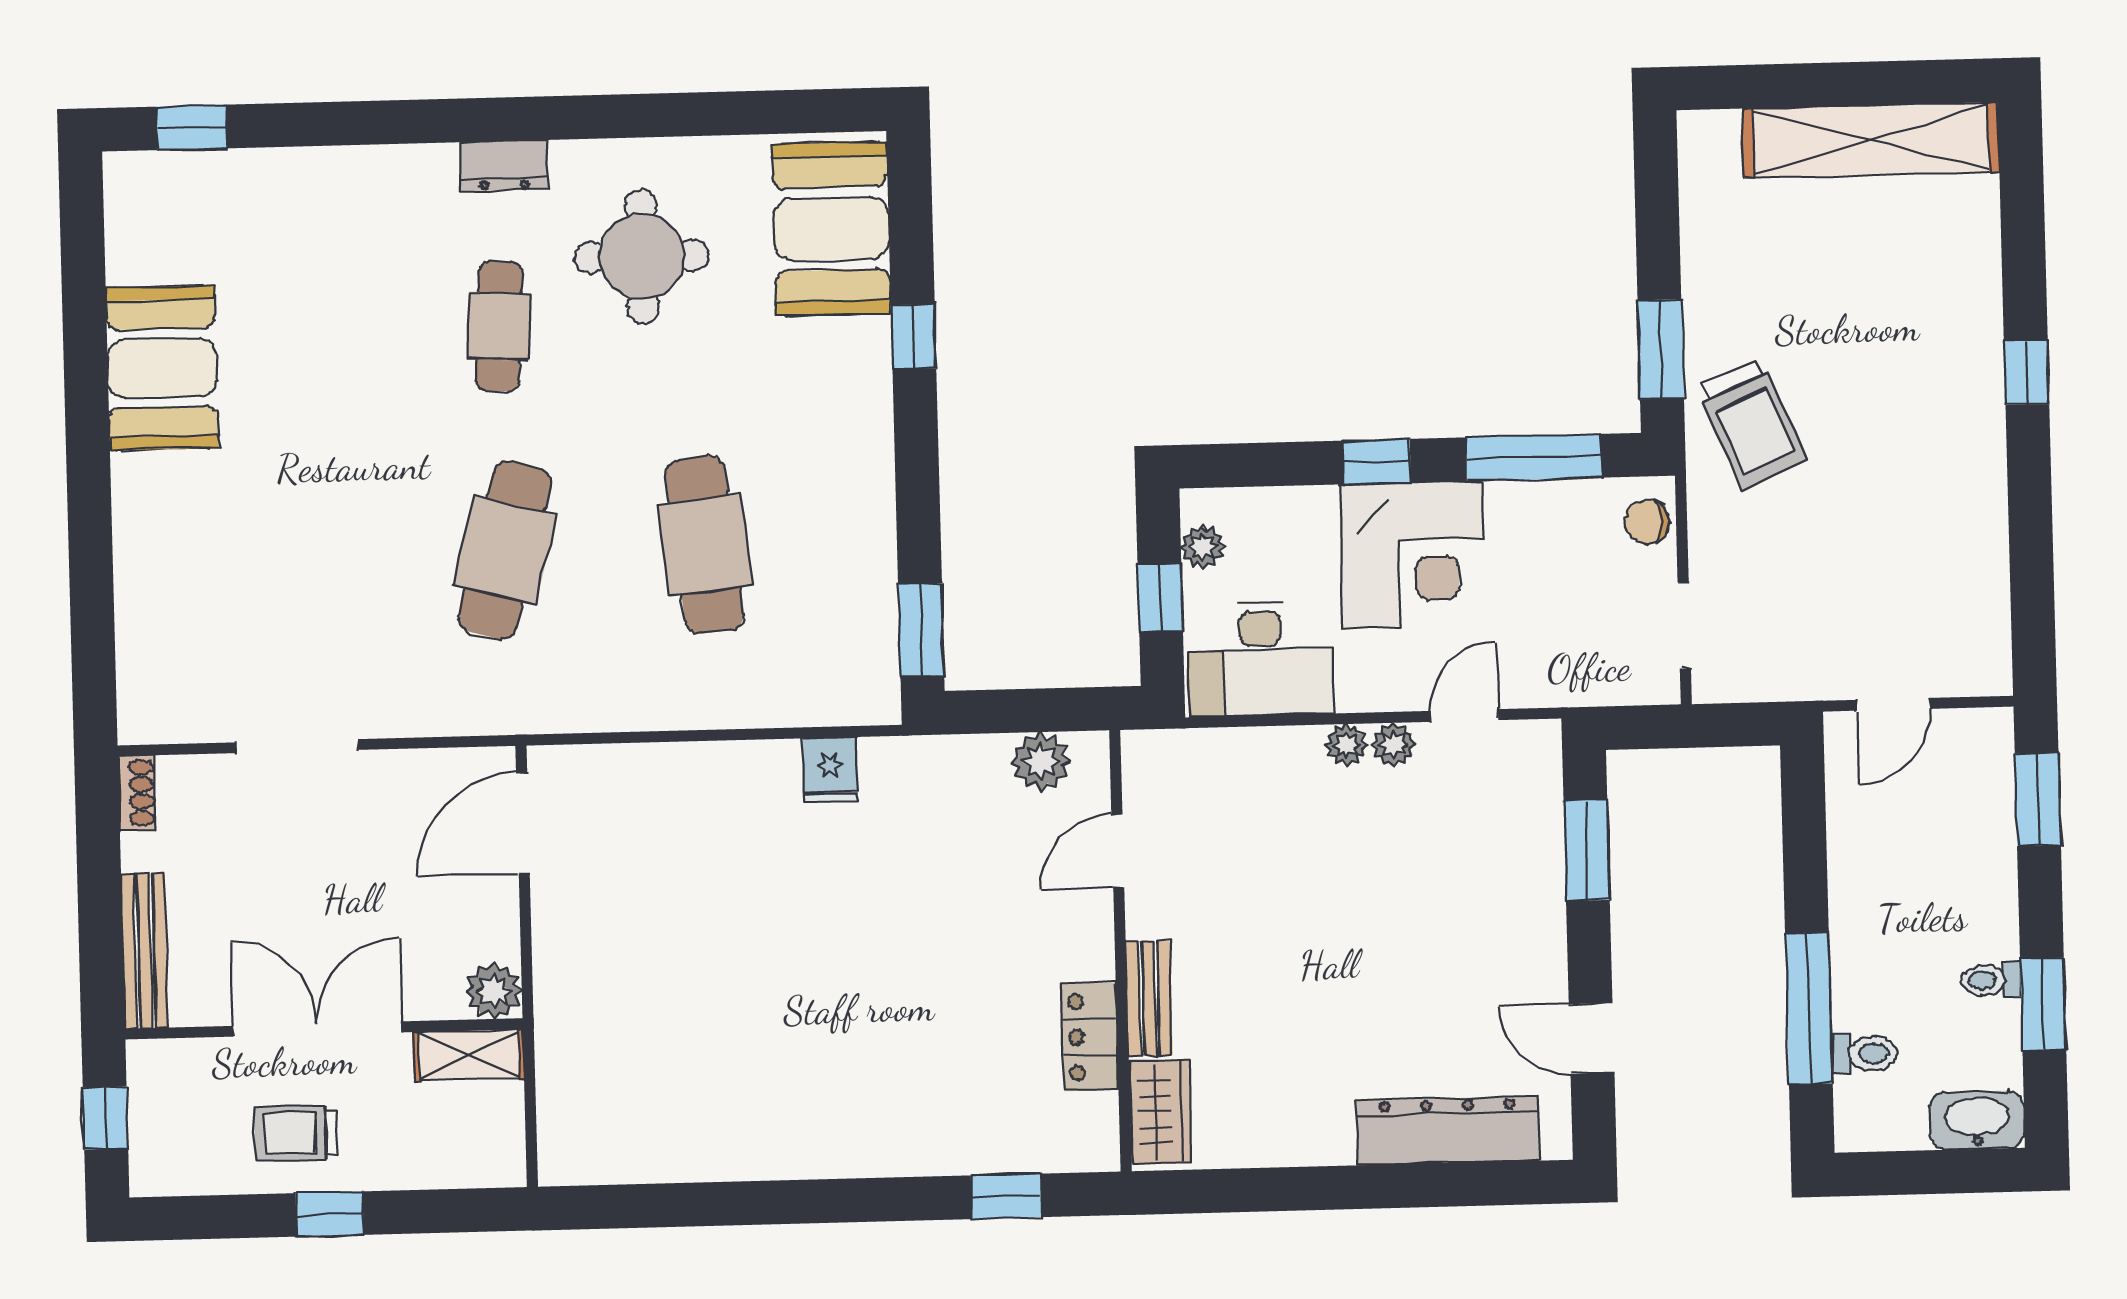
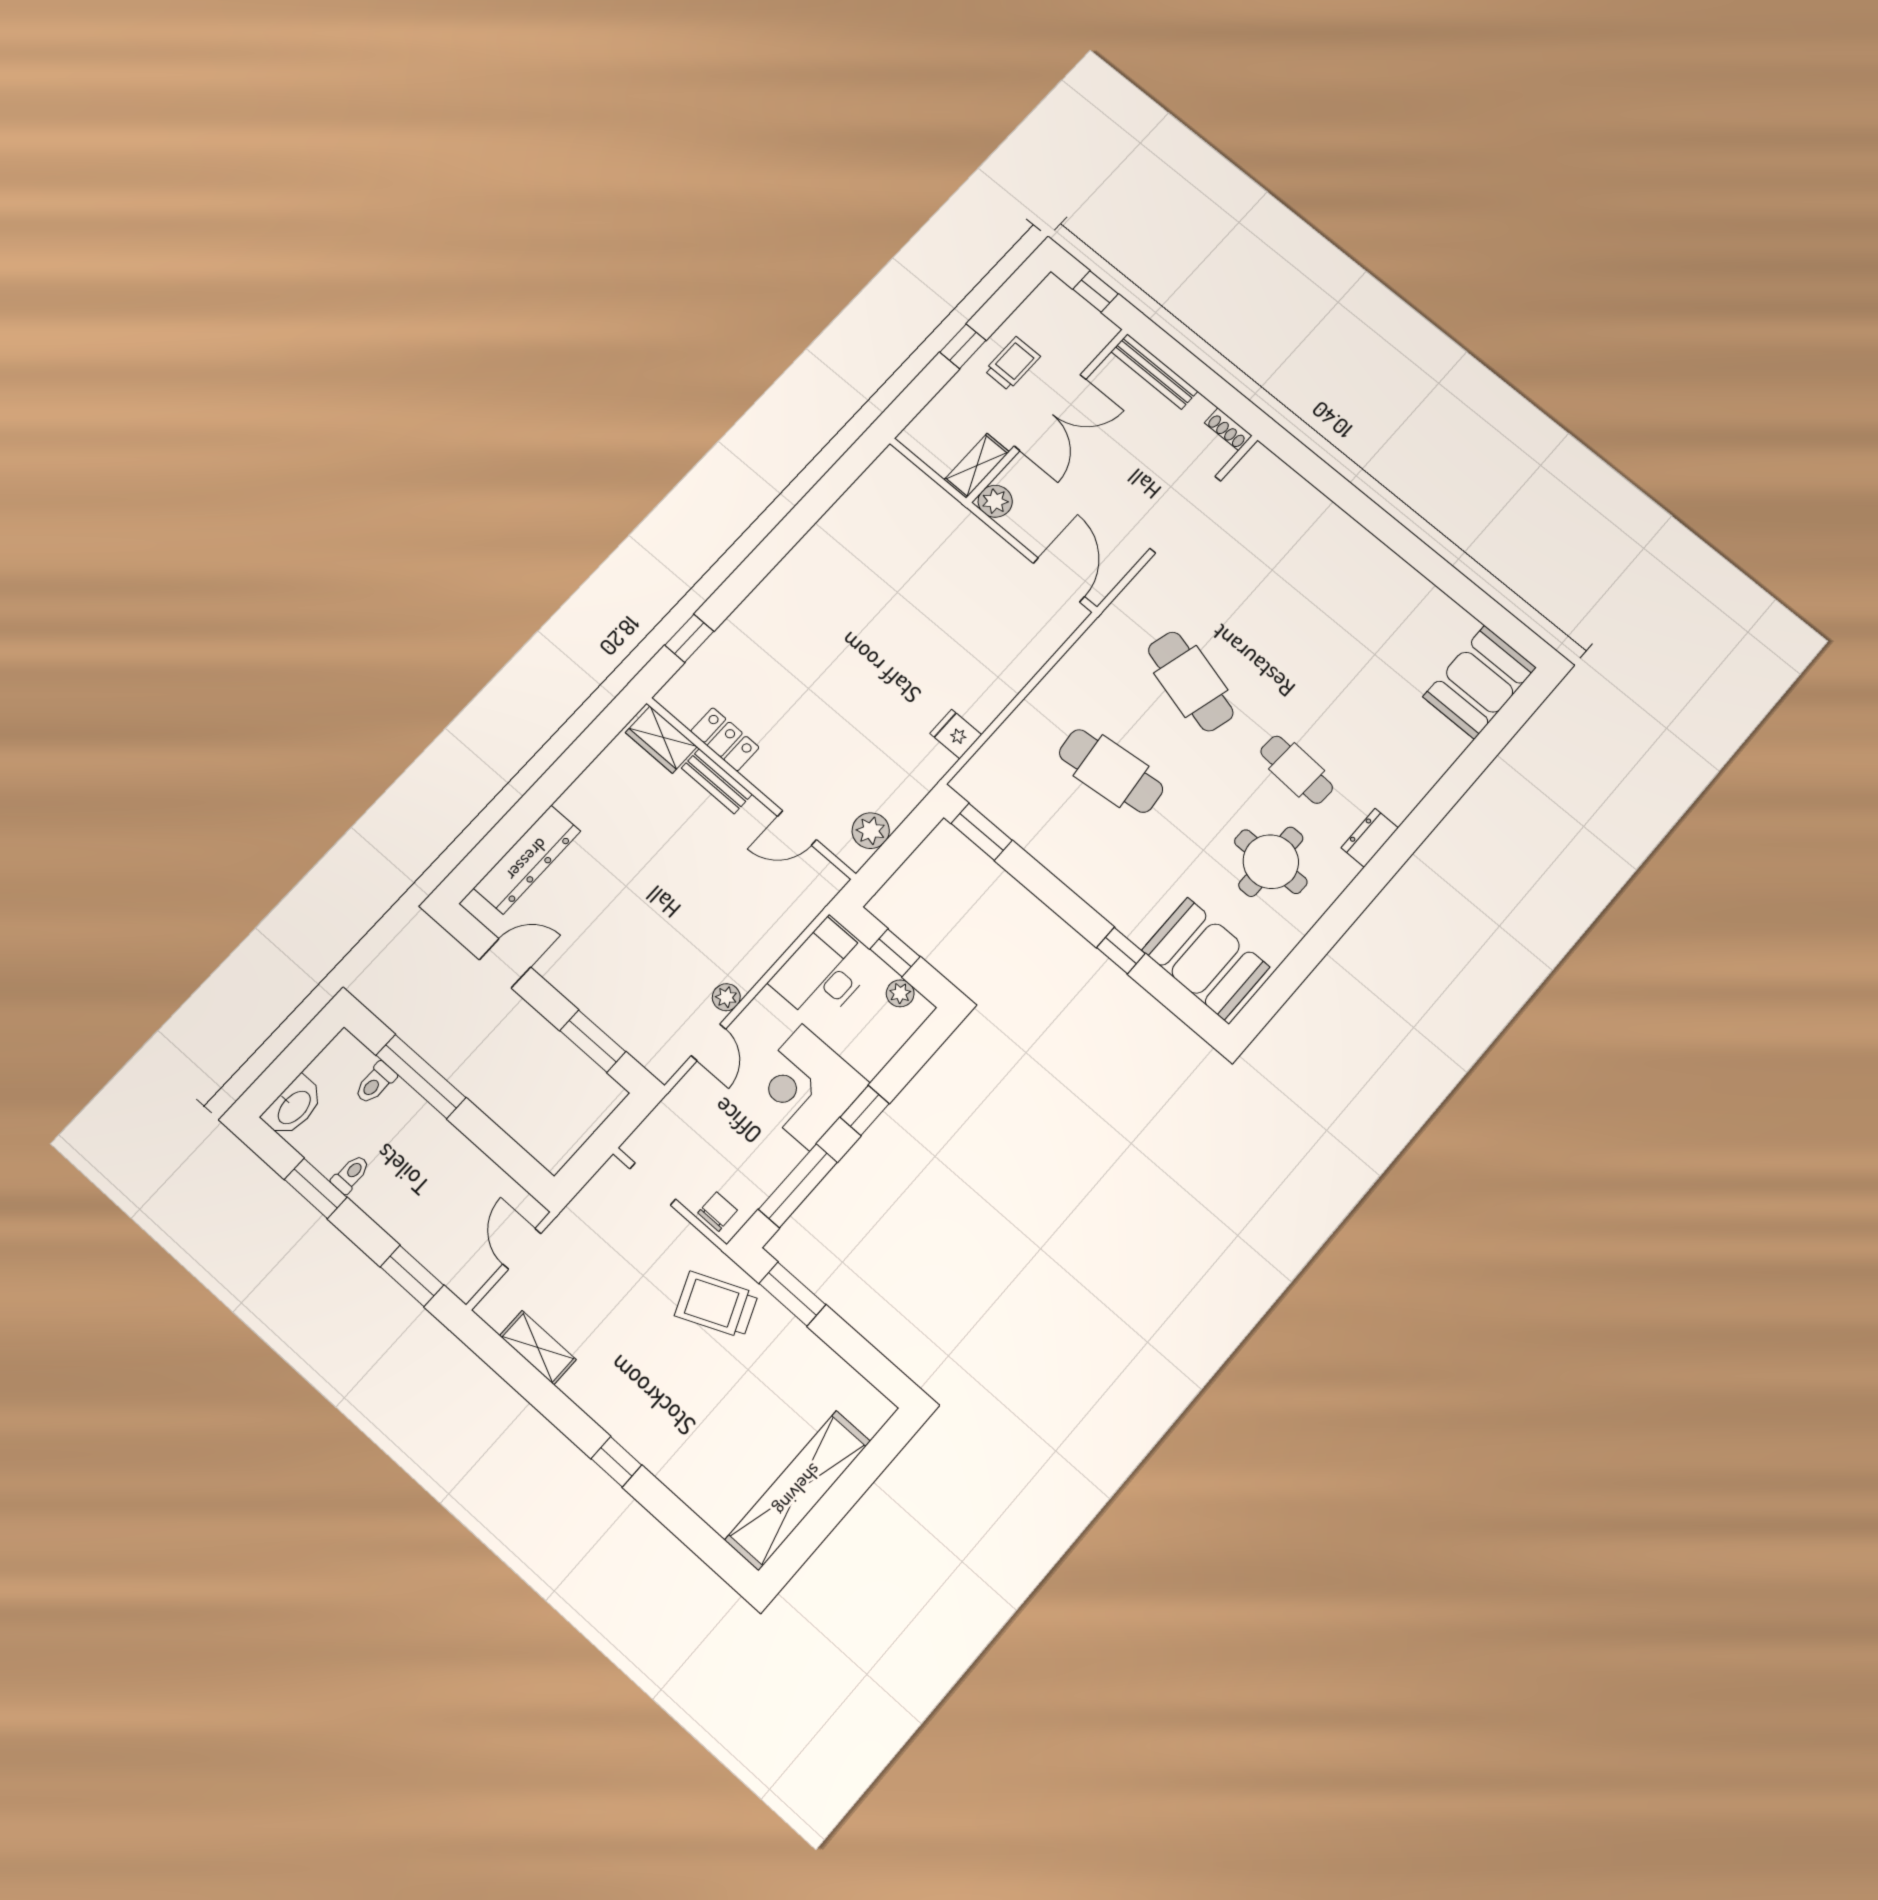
window: (192, 127) -> (1512, 716), removed
booth: (162, 368) -> (1480, 682), moved, turned 90
shelving: (1985, 580) -> (538, 1348), added
plant: (1346, 745) -> (747, 975), removed
doorway: (297, 746) -> (1185, 515), width x1.36
door: (1118, 851) -> (797, 828), swing flipped

